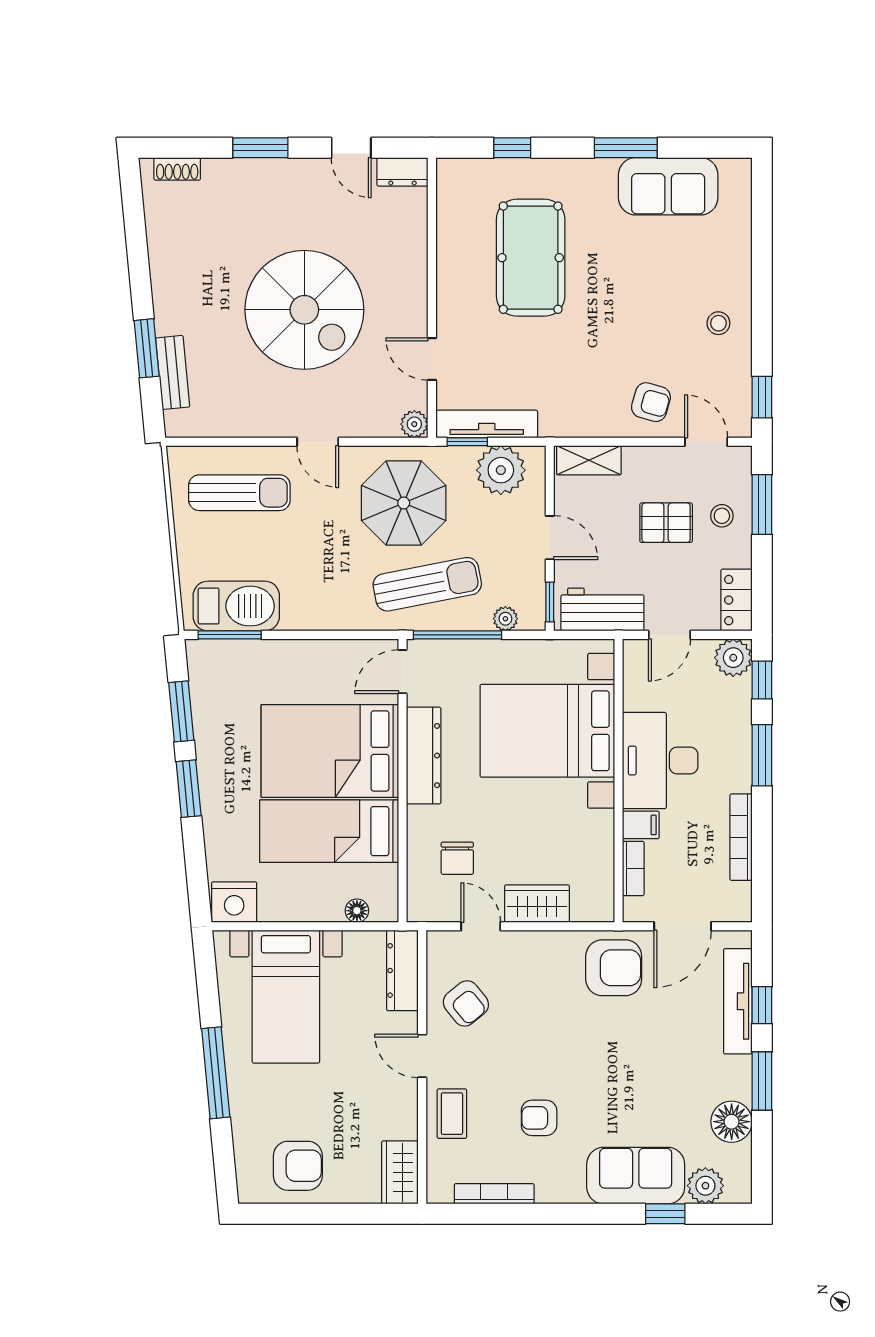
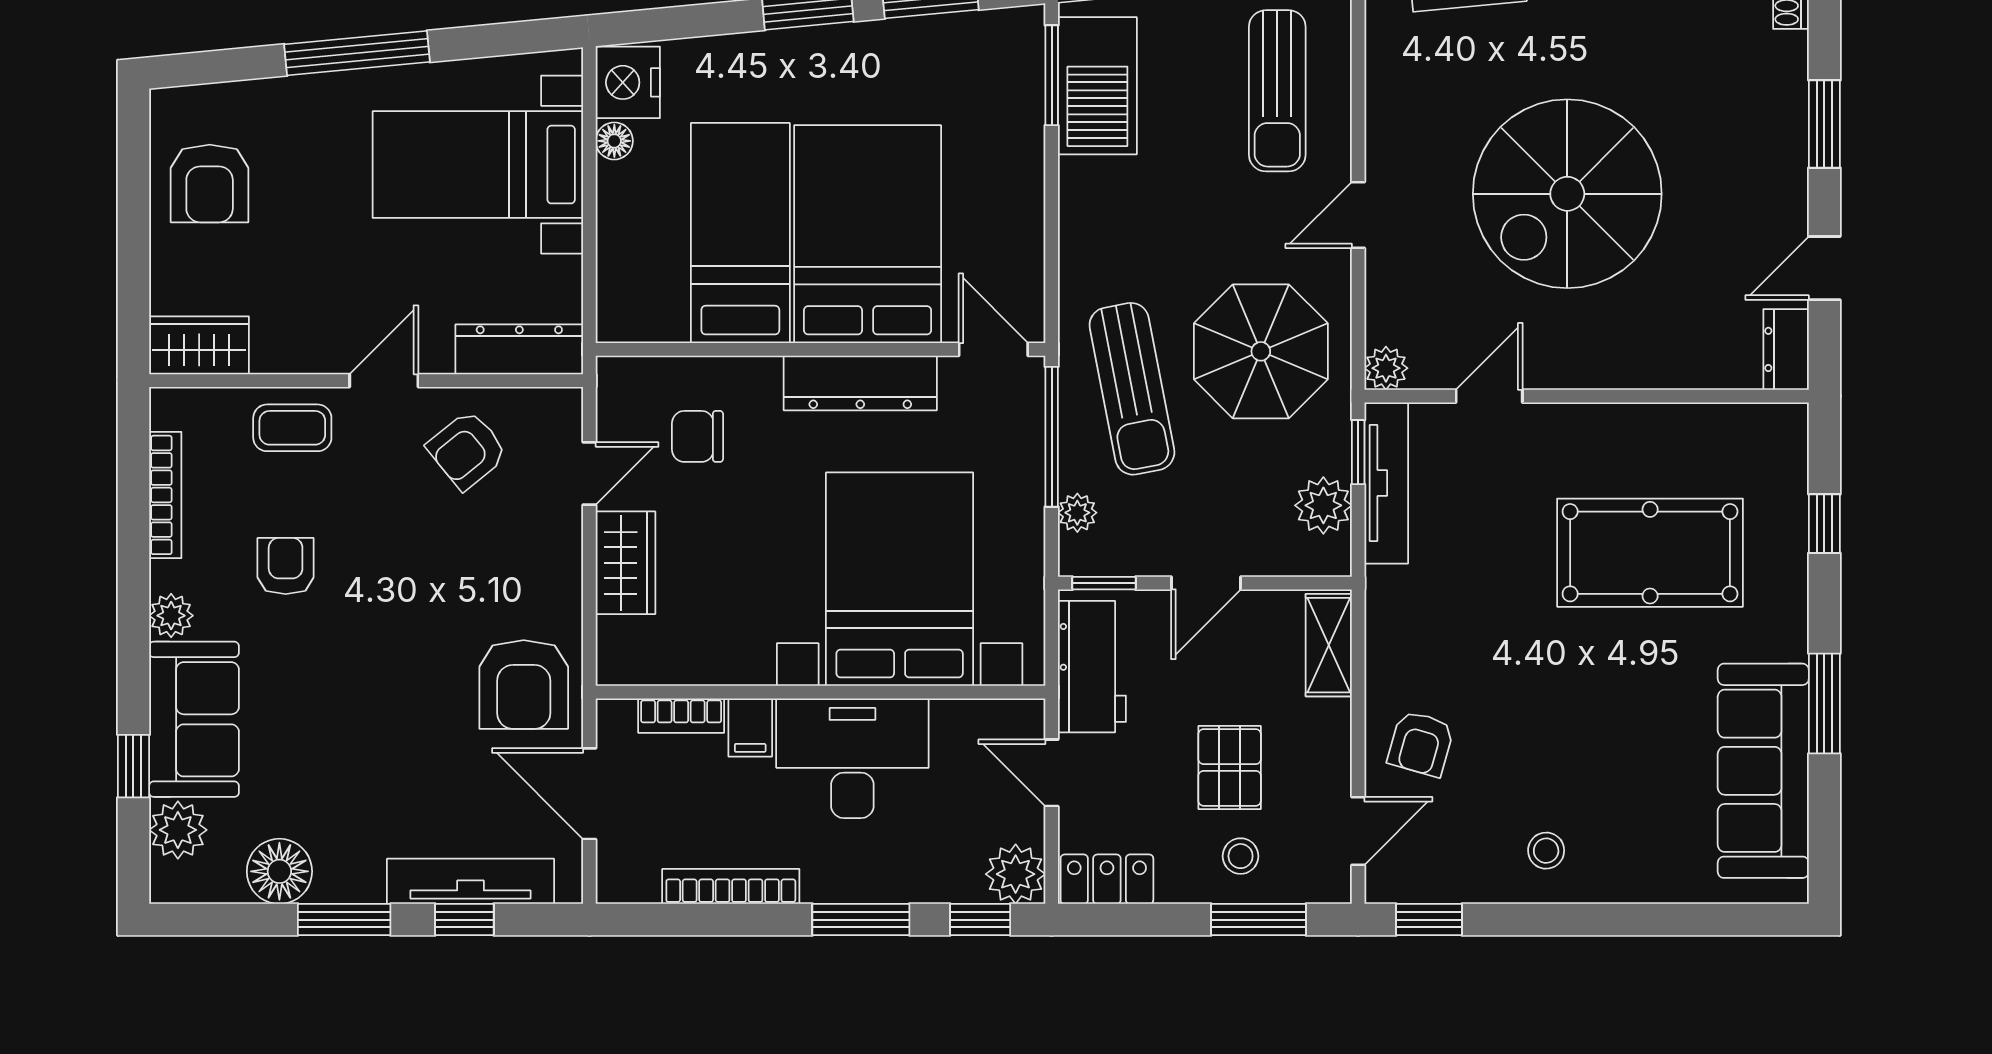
sofa: (668, 186) -> (1763, 771), width x1.36
plant: (501, 470) -> (1323, 505), width x0.73, depth x0.73
floor lamp: (357, 911) -> (614, 141), moved
plant: (570, 1190) -> (171, 616), added

